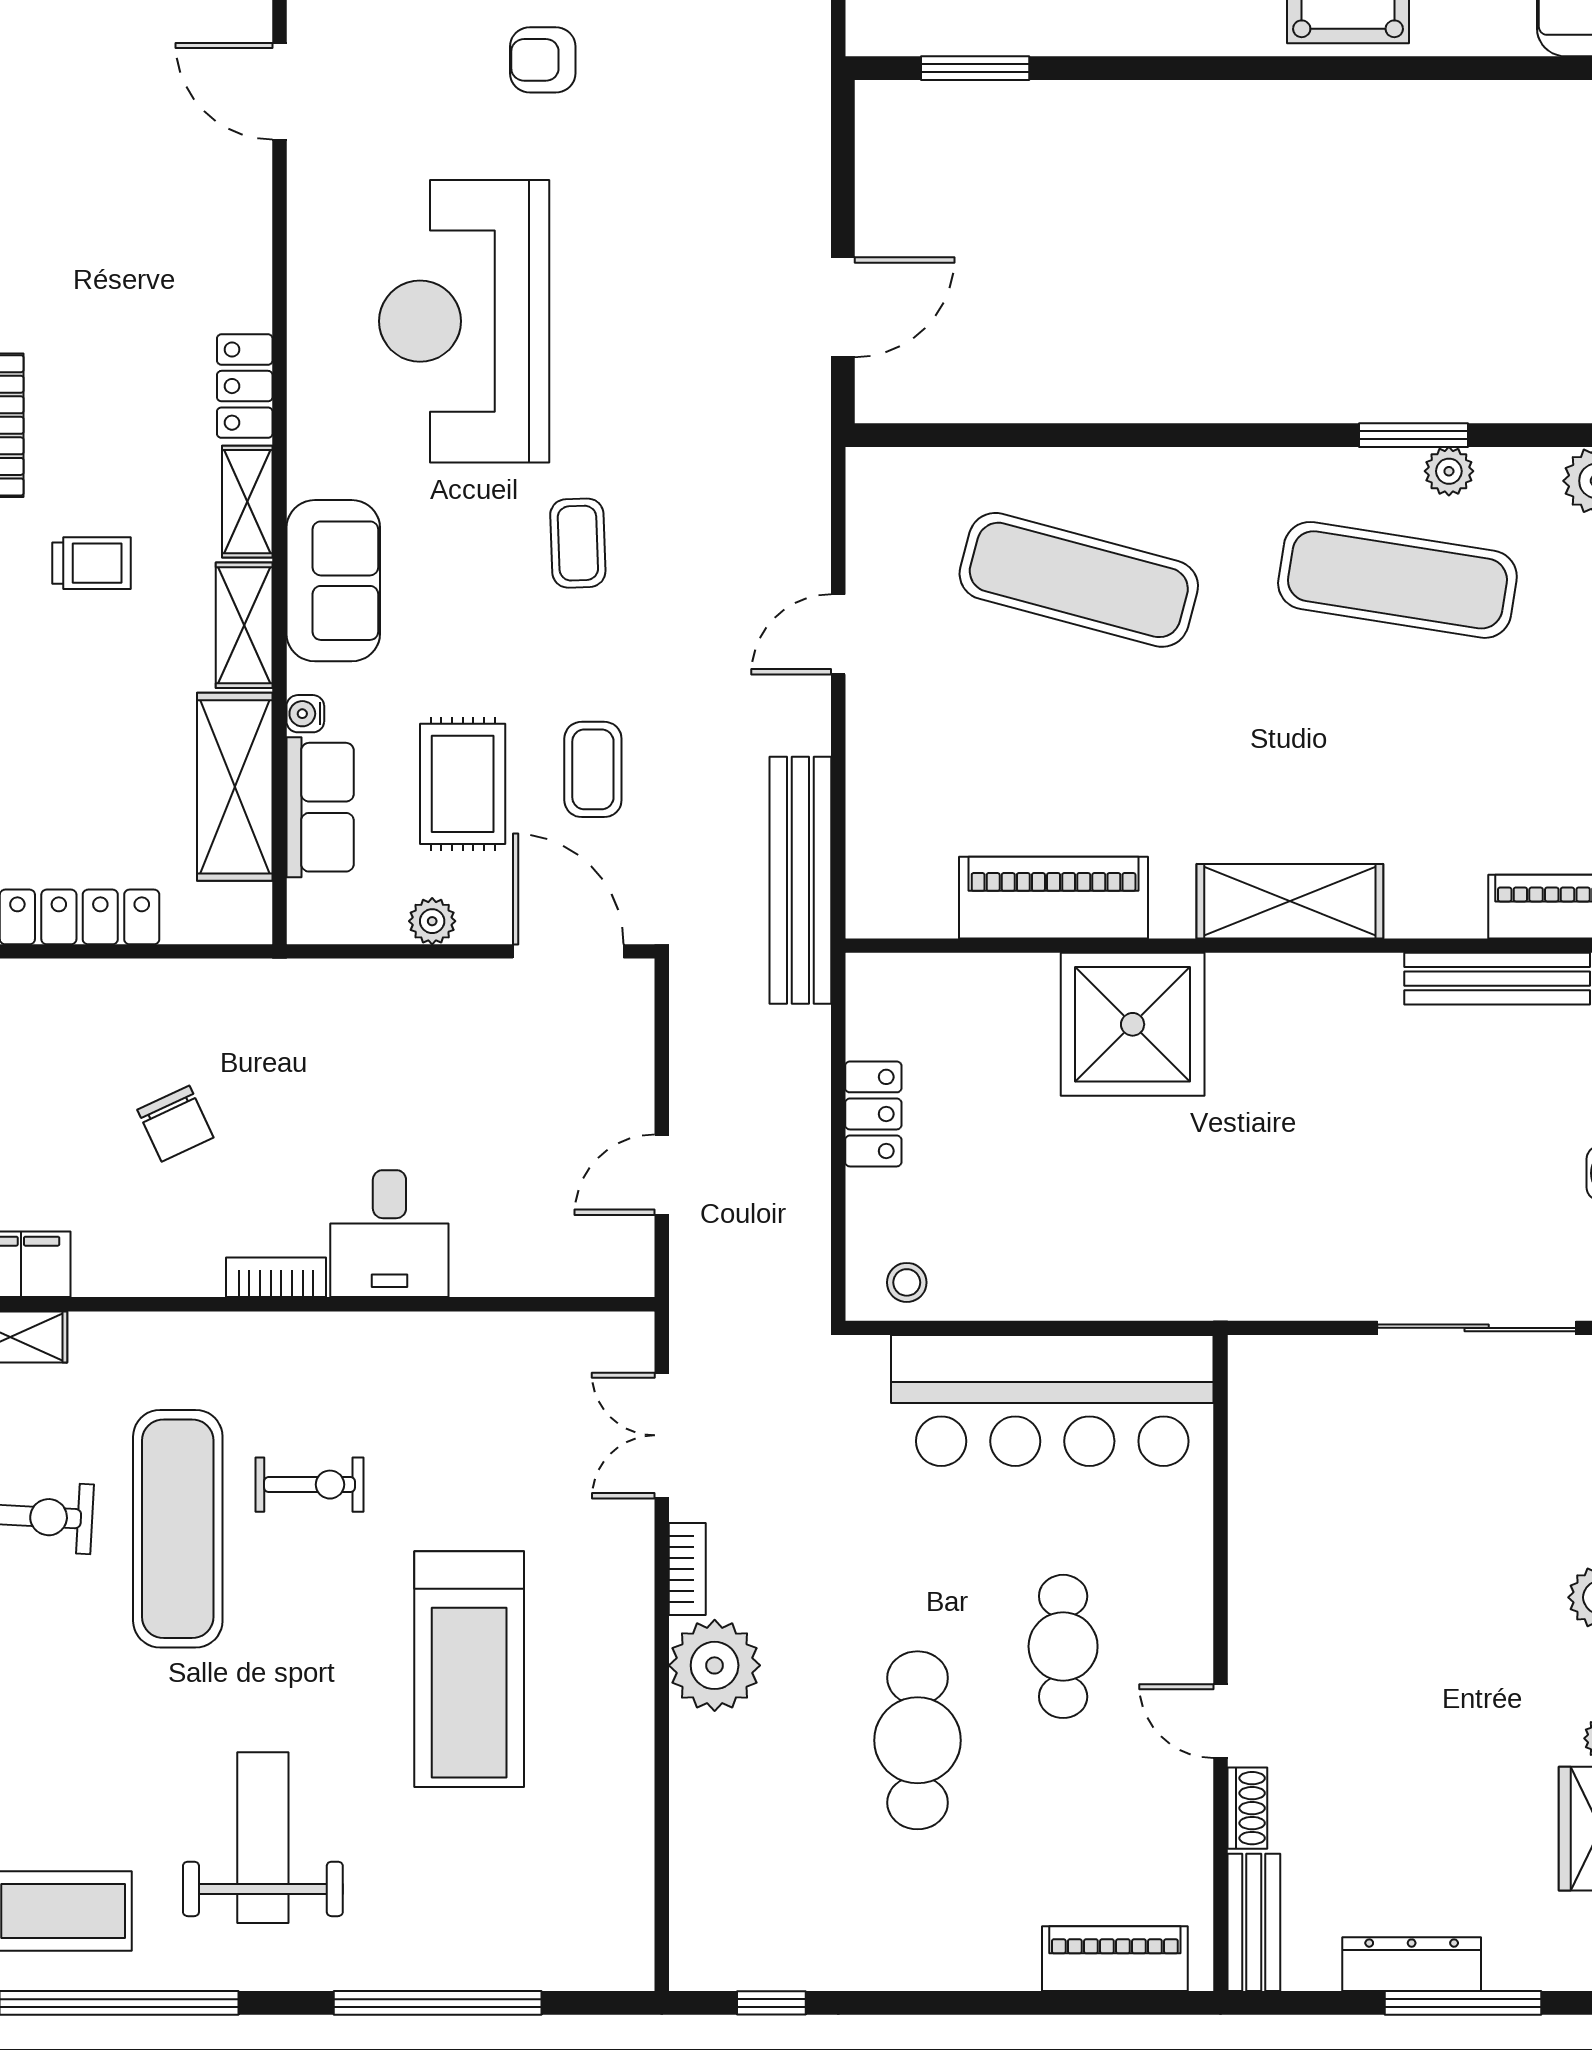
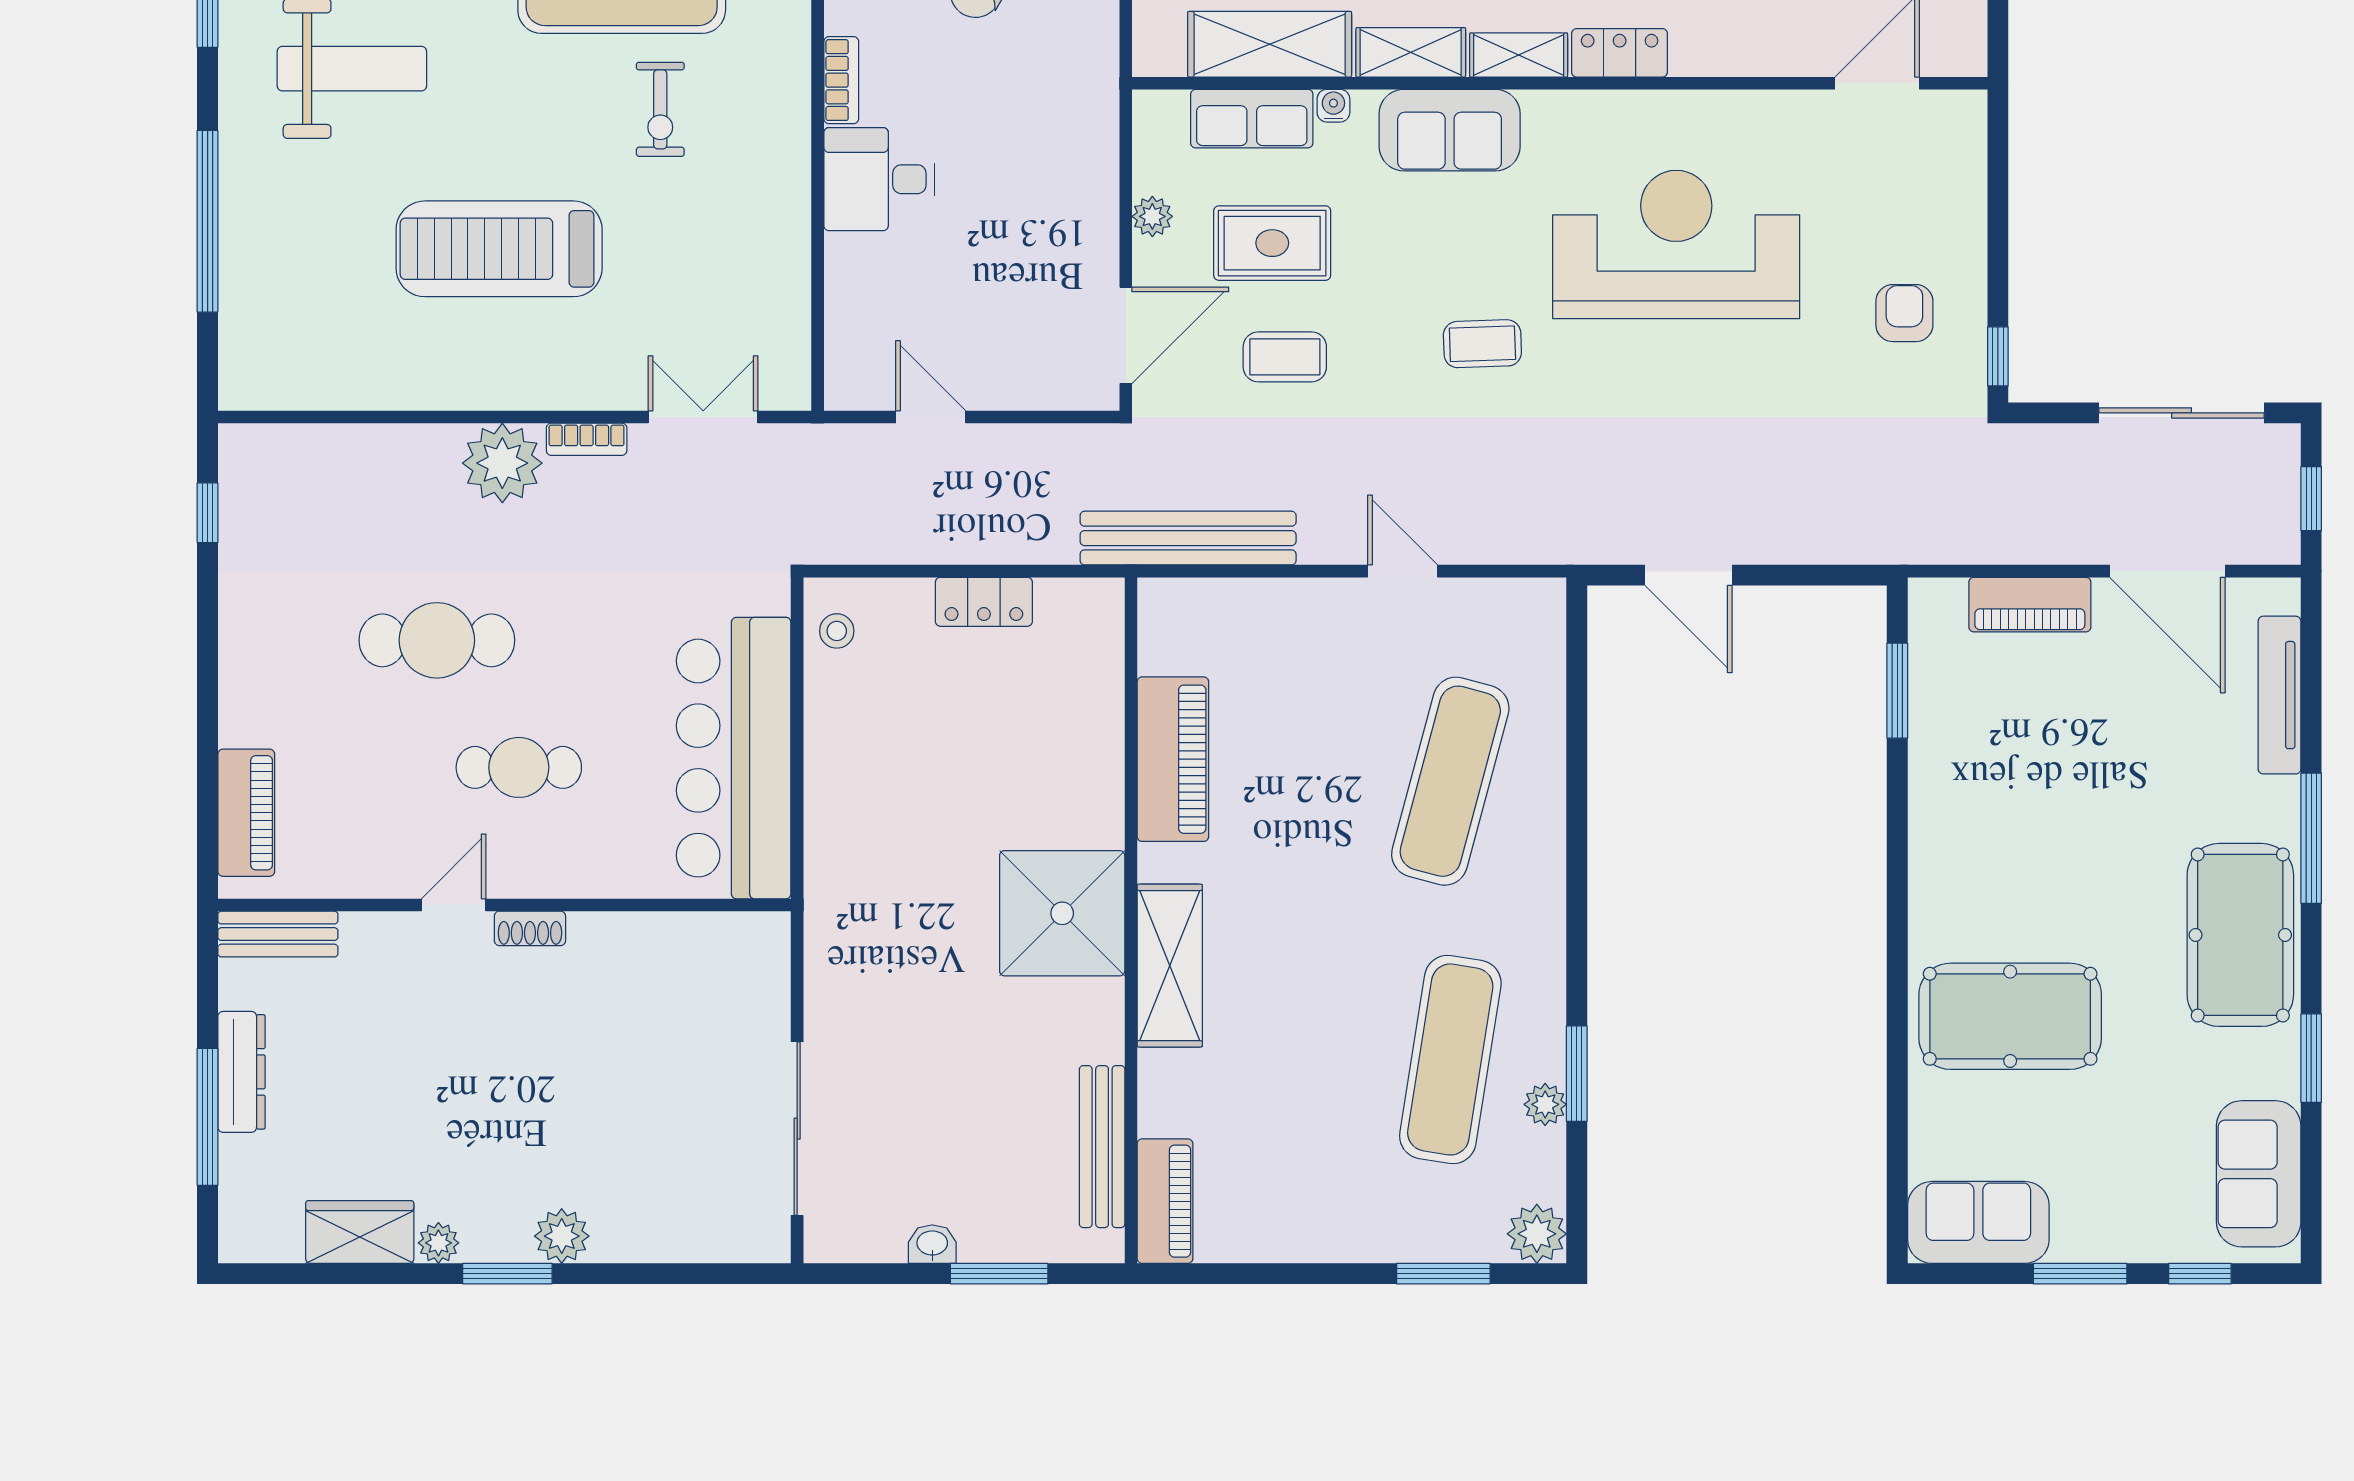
shower: (1133, 1024) -> (1062, 913), moved
shoe rack: (1247, 1808) -> (530, 928), moved

